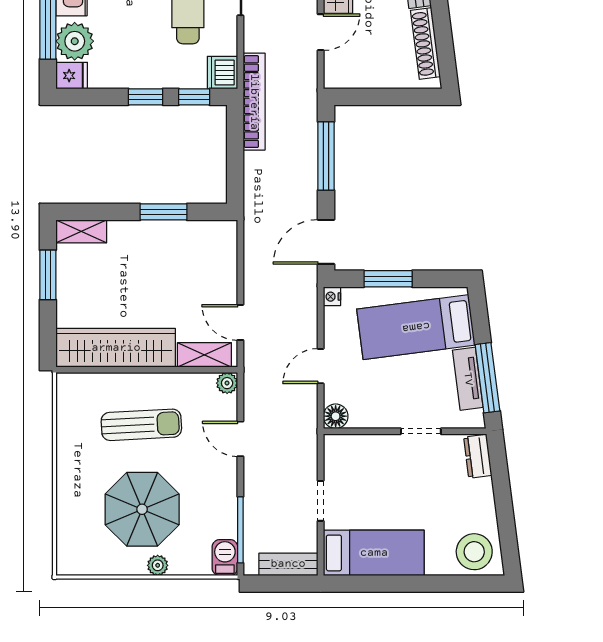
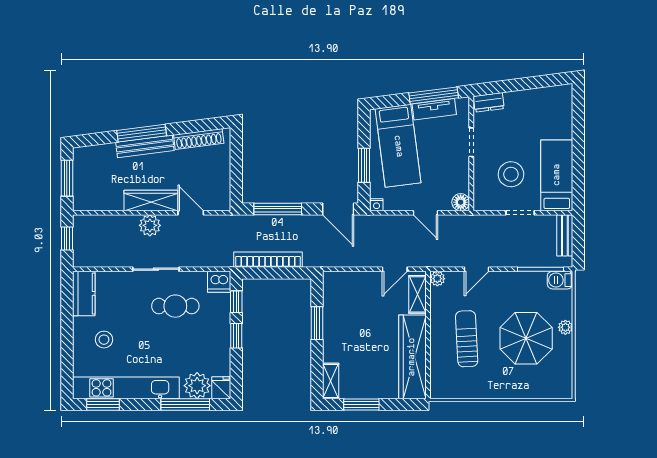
bookcase: (254, 102) -> (268, 260), moved
stool: (474, 552) -> (511, 174), moved

